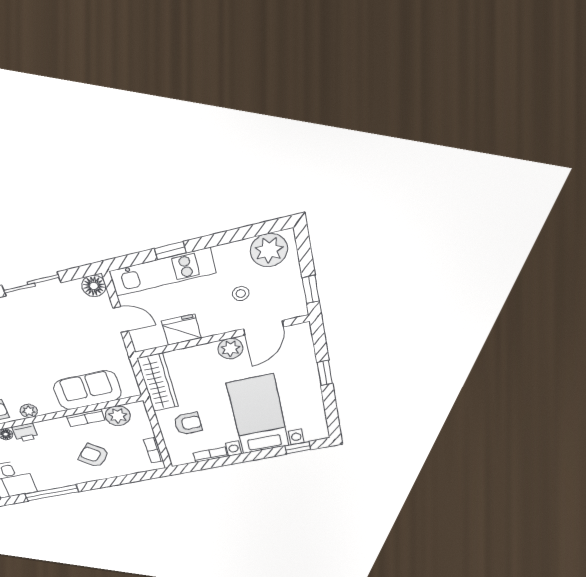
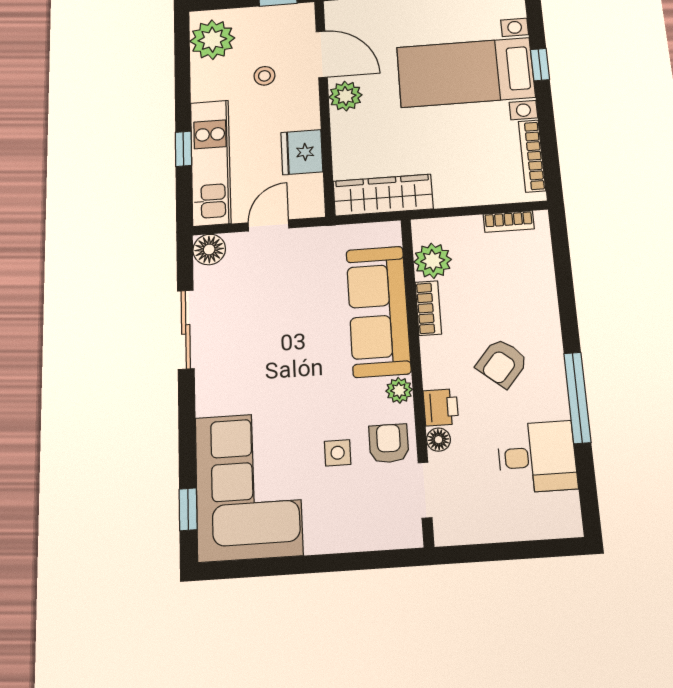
sofa: (87, 390) -> (378, 311), width x1.36
armchair: (188, 423) -> (465, 166), removed
window: (298, 448) -> (540, 65), moved
armchair: (94, 455) -> (502, 363), moved
bookcase: (210, 455) -> (532, 156), width x1.56

